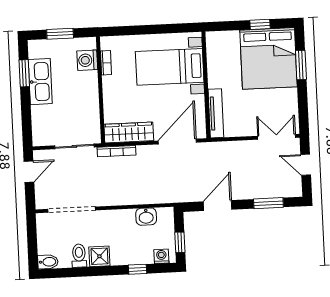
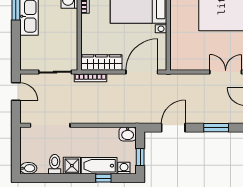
tv unit: (216, 113) -> (175, 50), removed
door: (29, 172) -> (16, 92), hinge flipped
washbasin: (146, 217) -> (128, 134), moved
bathtub: (132, 255) -> (99, 166), added

